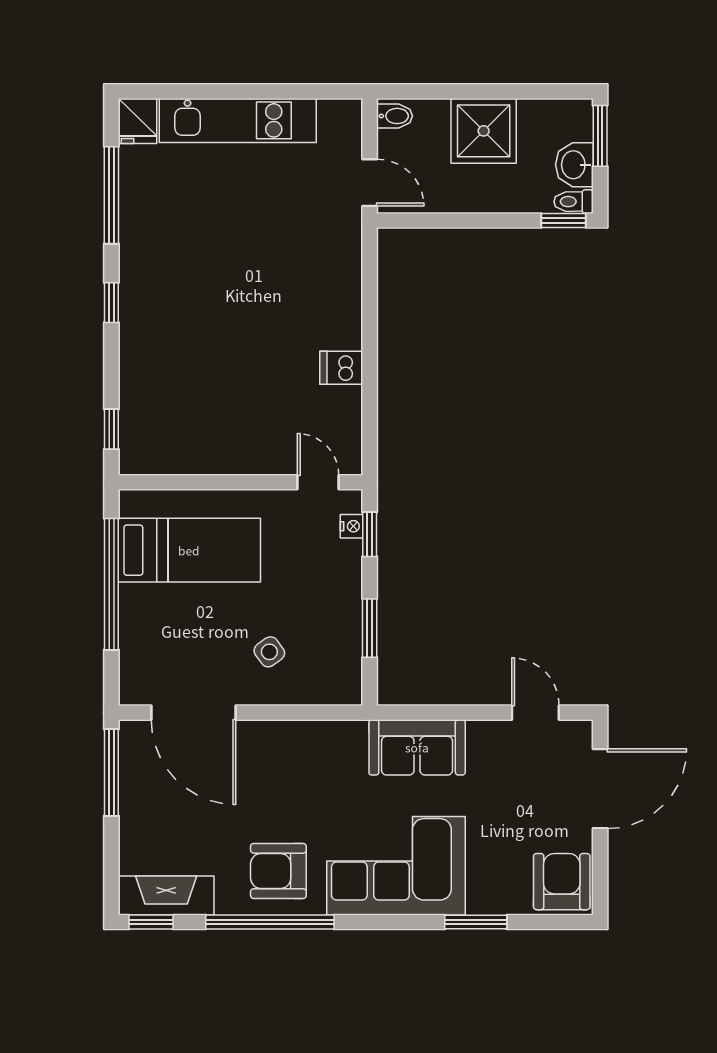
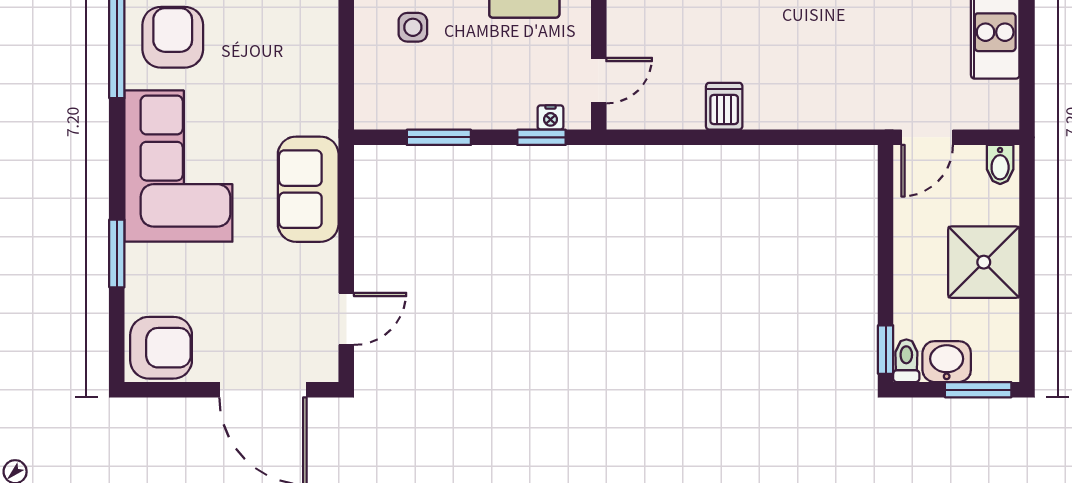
side table: (269, 652) -> (413, 27), turned 36

